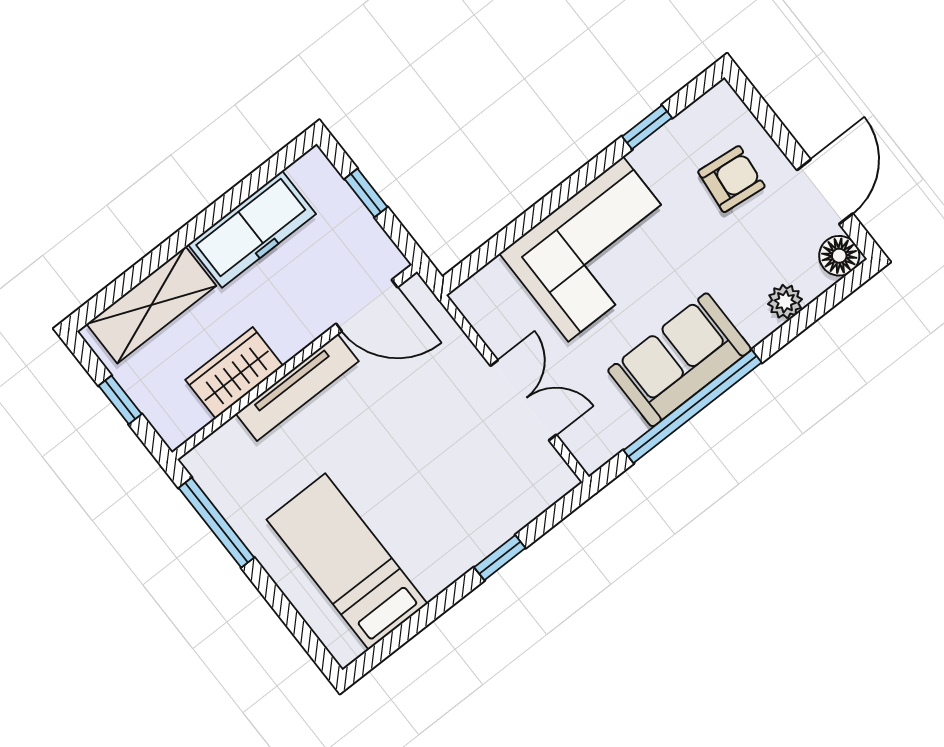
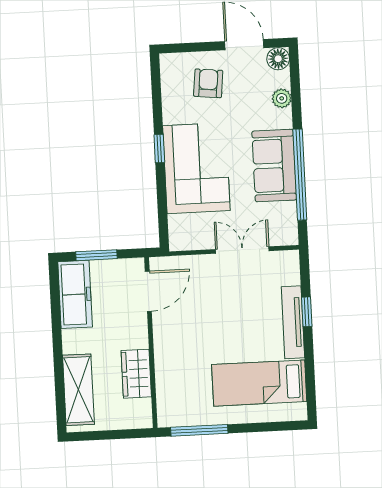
window: (647, 127) -> (159, 149), moved
window: (366, 193) -> (96, 255), width x1.50
freezer: (252, 229) -> (75, 294), moved
tv unit: (297, 387) -> (293, 322), moved, turned 180
window: (120, 400) -> (112, 435), removed

